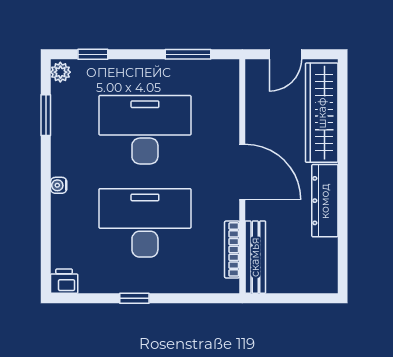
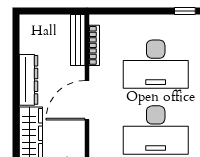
door: (242, 172) -> (87, 100), hinge flipped
window: (134, 298) -> (185, 11), moved

